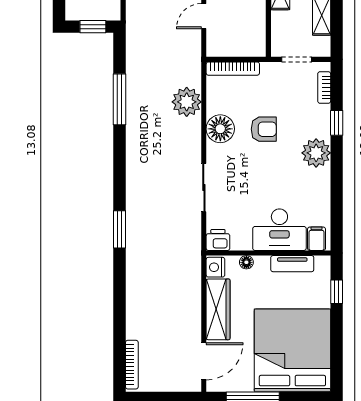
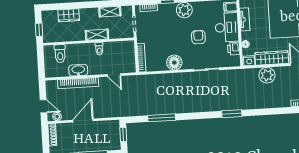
plant: (187, 102) -> (267, 75), moved
armchair: (264, 129) -> (198, 37), moved
printer: (218, 240) -> (234, 49), moved

